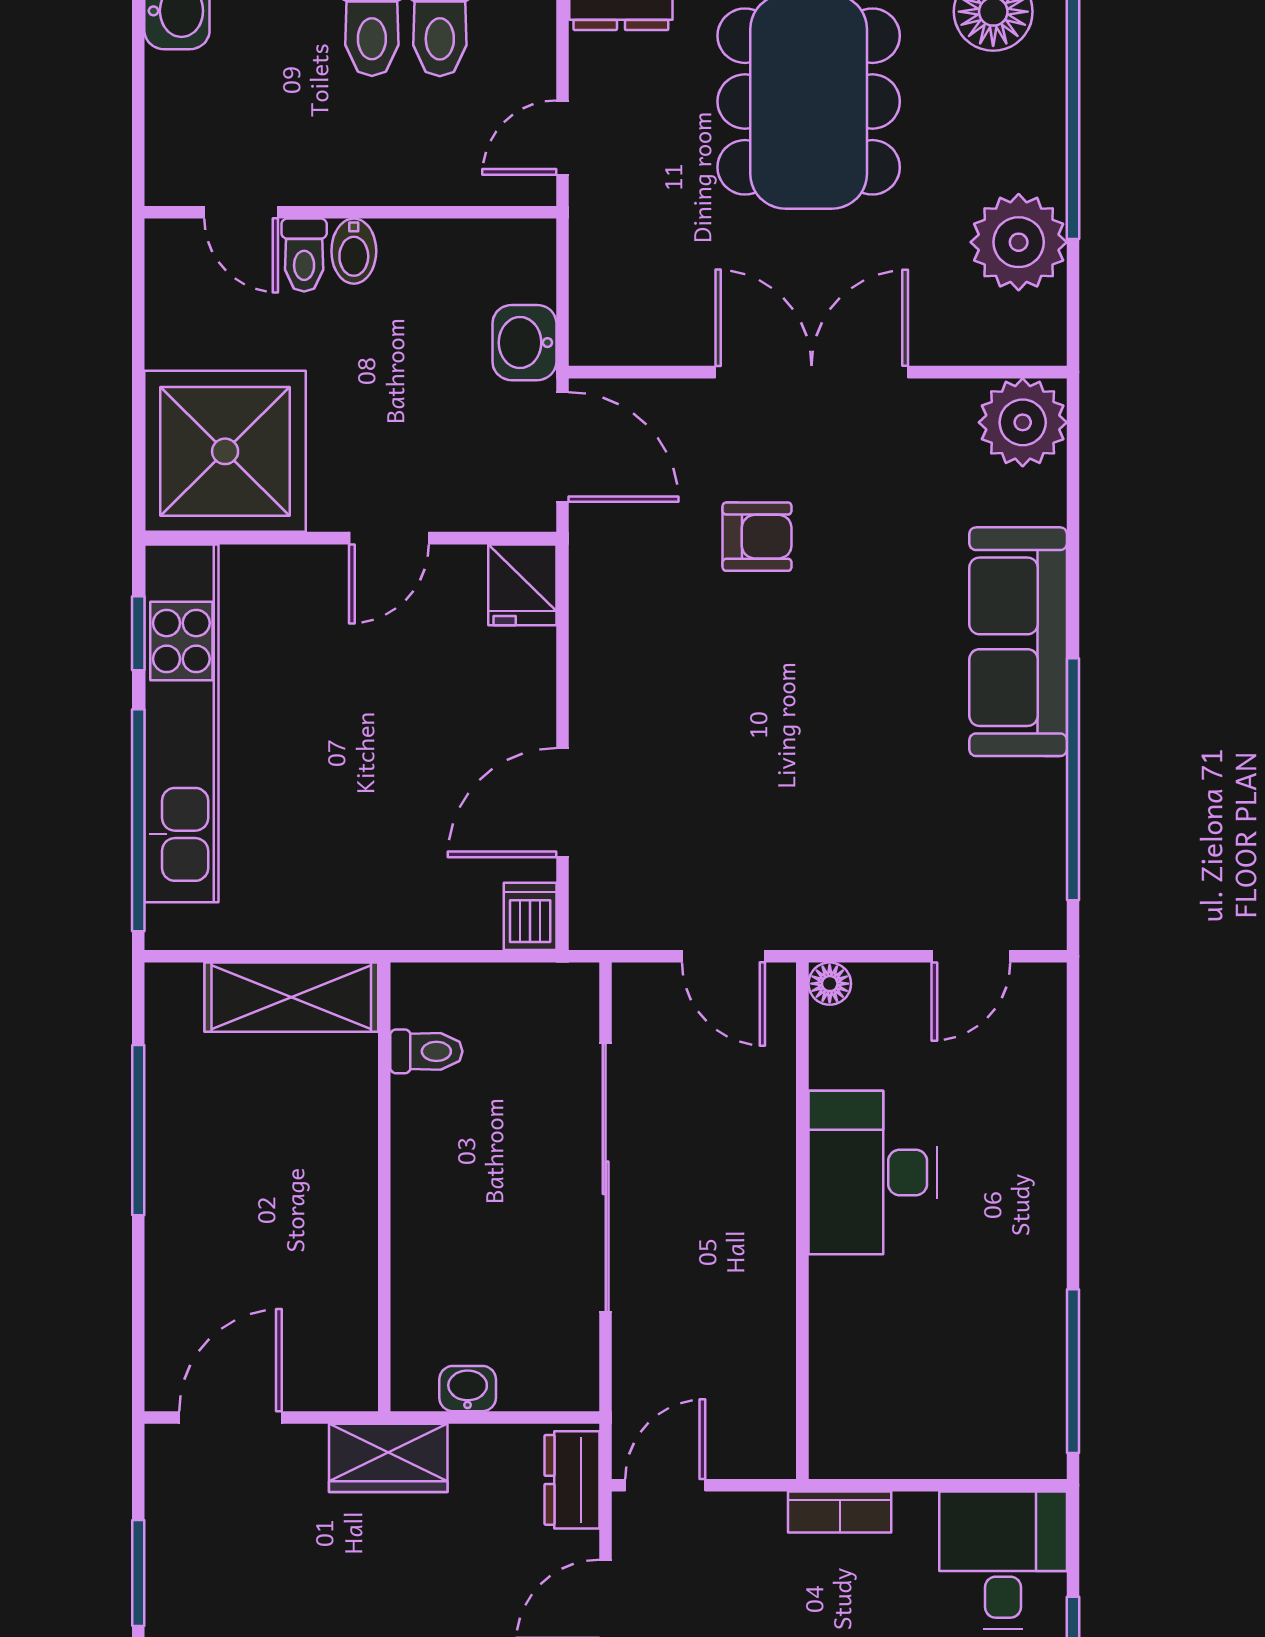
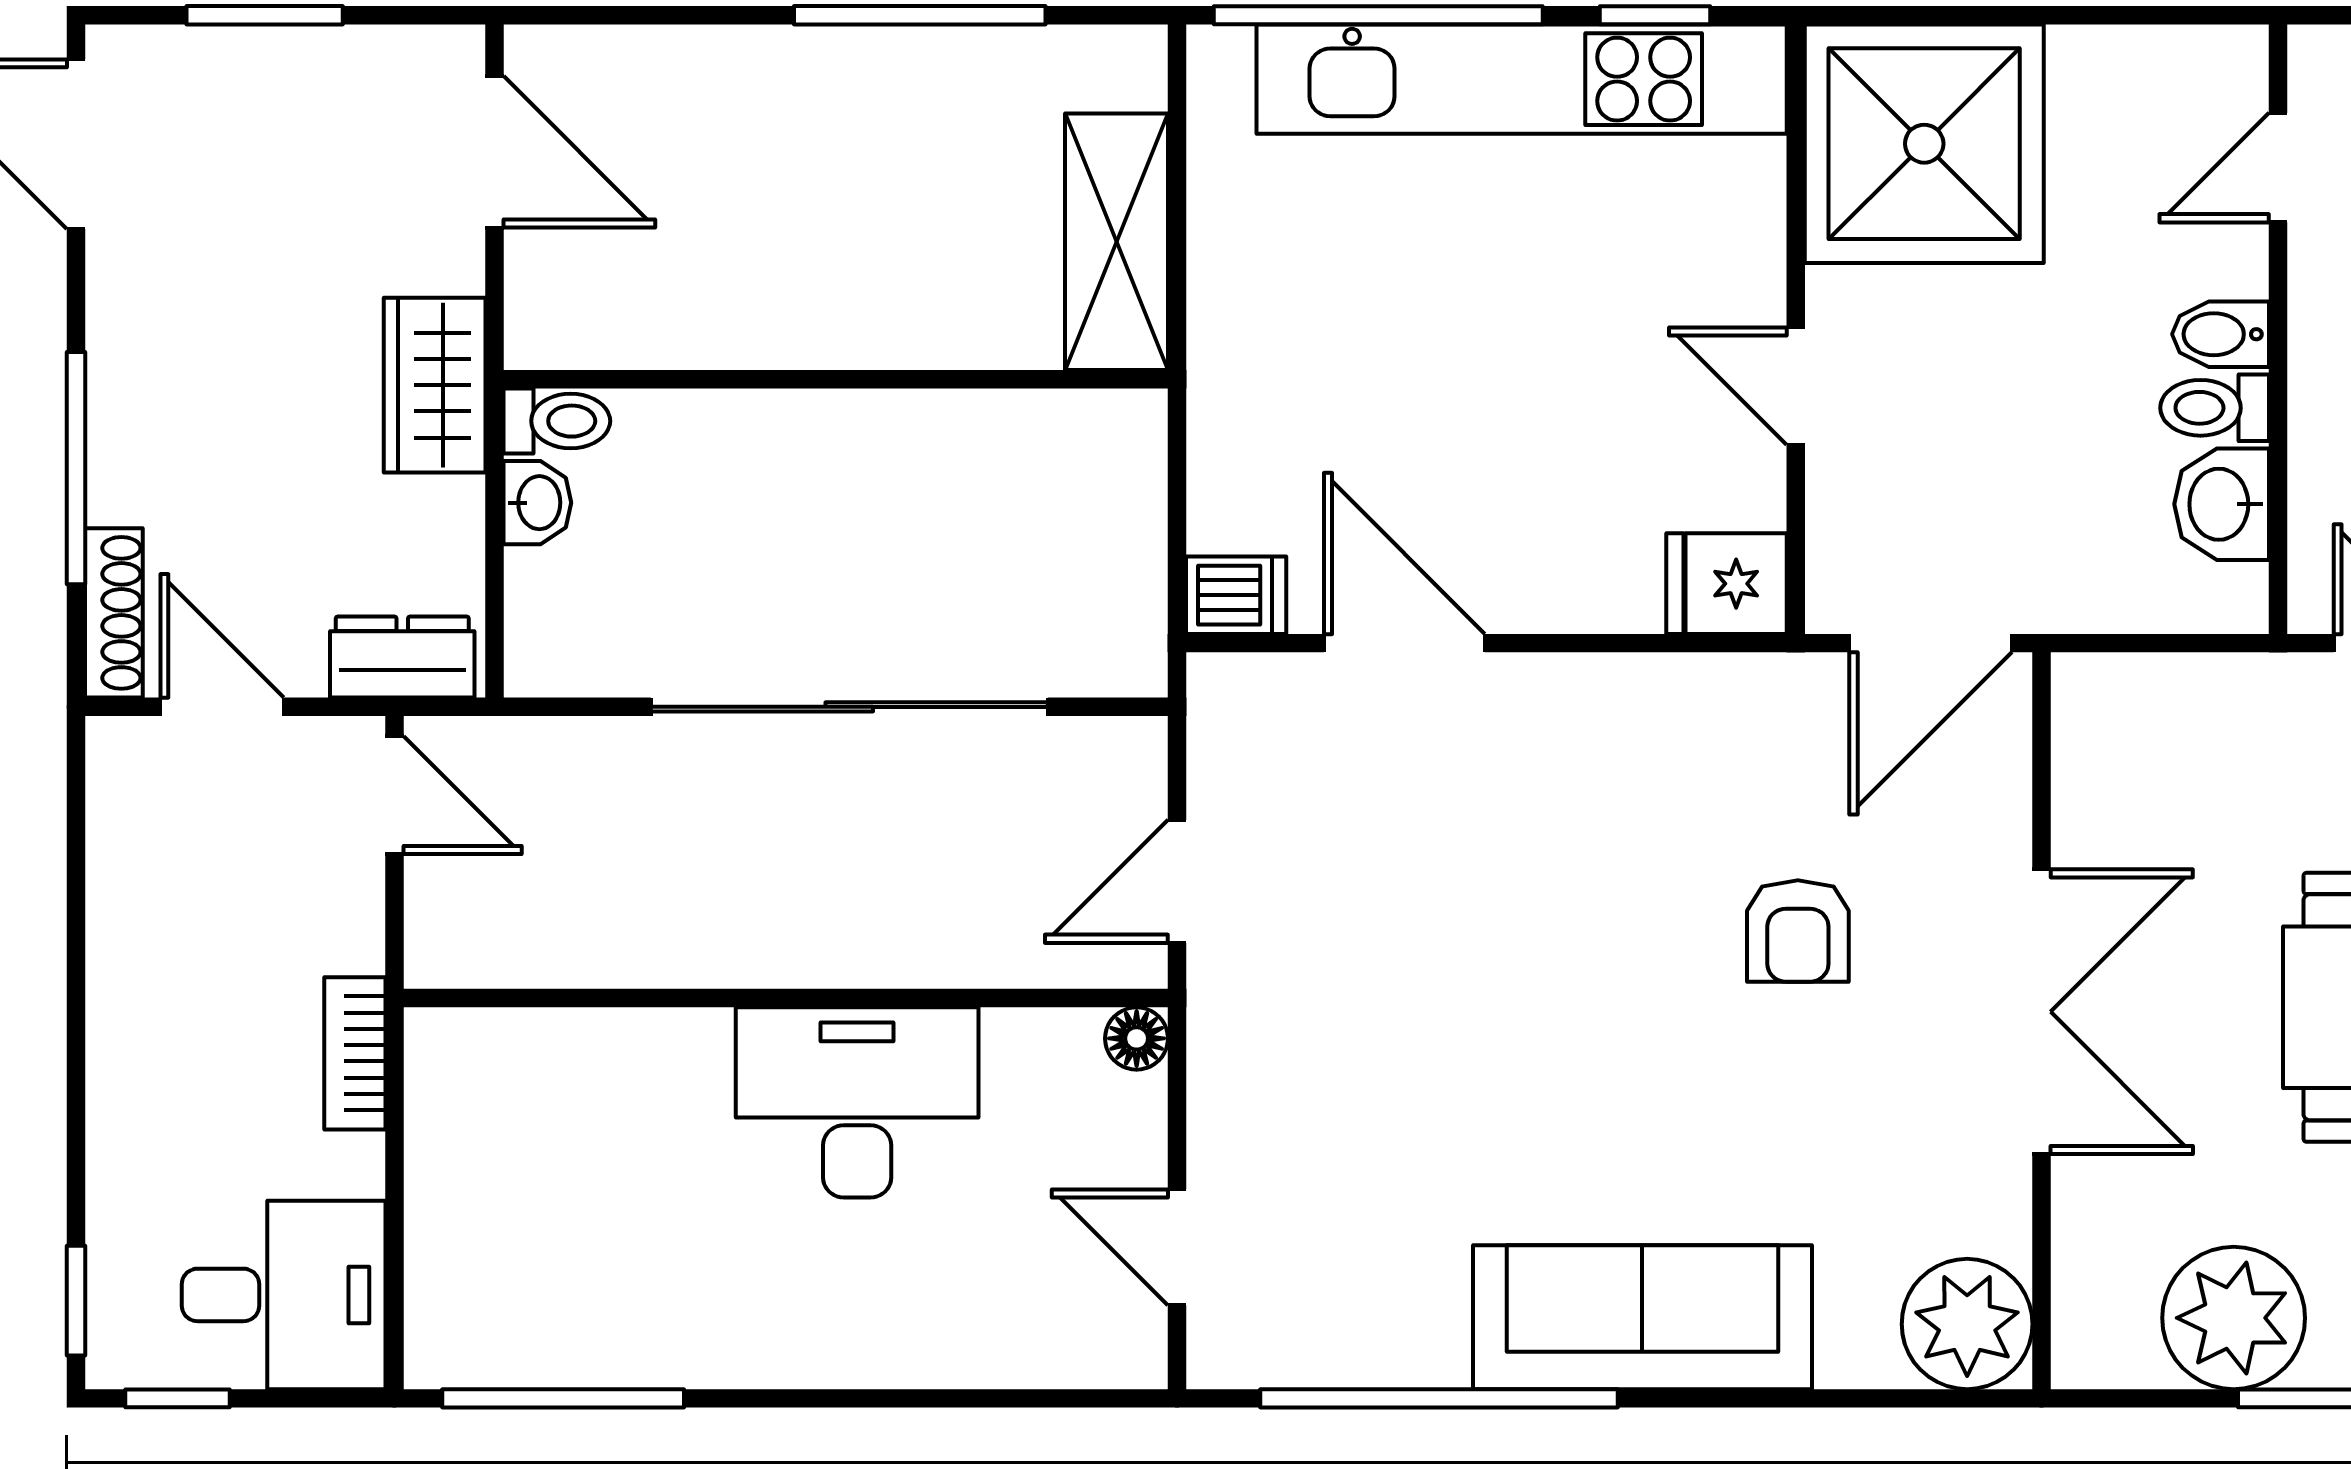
toilet: (304, 255) -> (2215, 408), moved
washbasin: (524, 343) -> (2222, 504), moved, turned -90
toilet: (426, 1051) -> (557, 421), moved, turned -90

